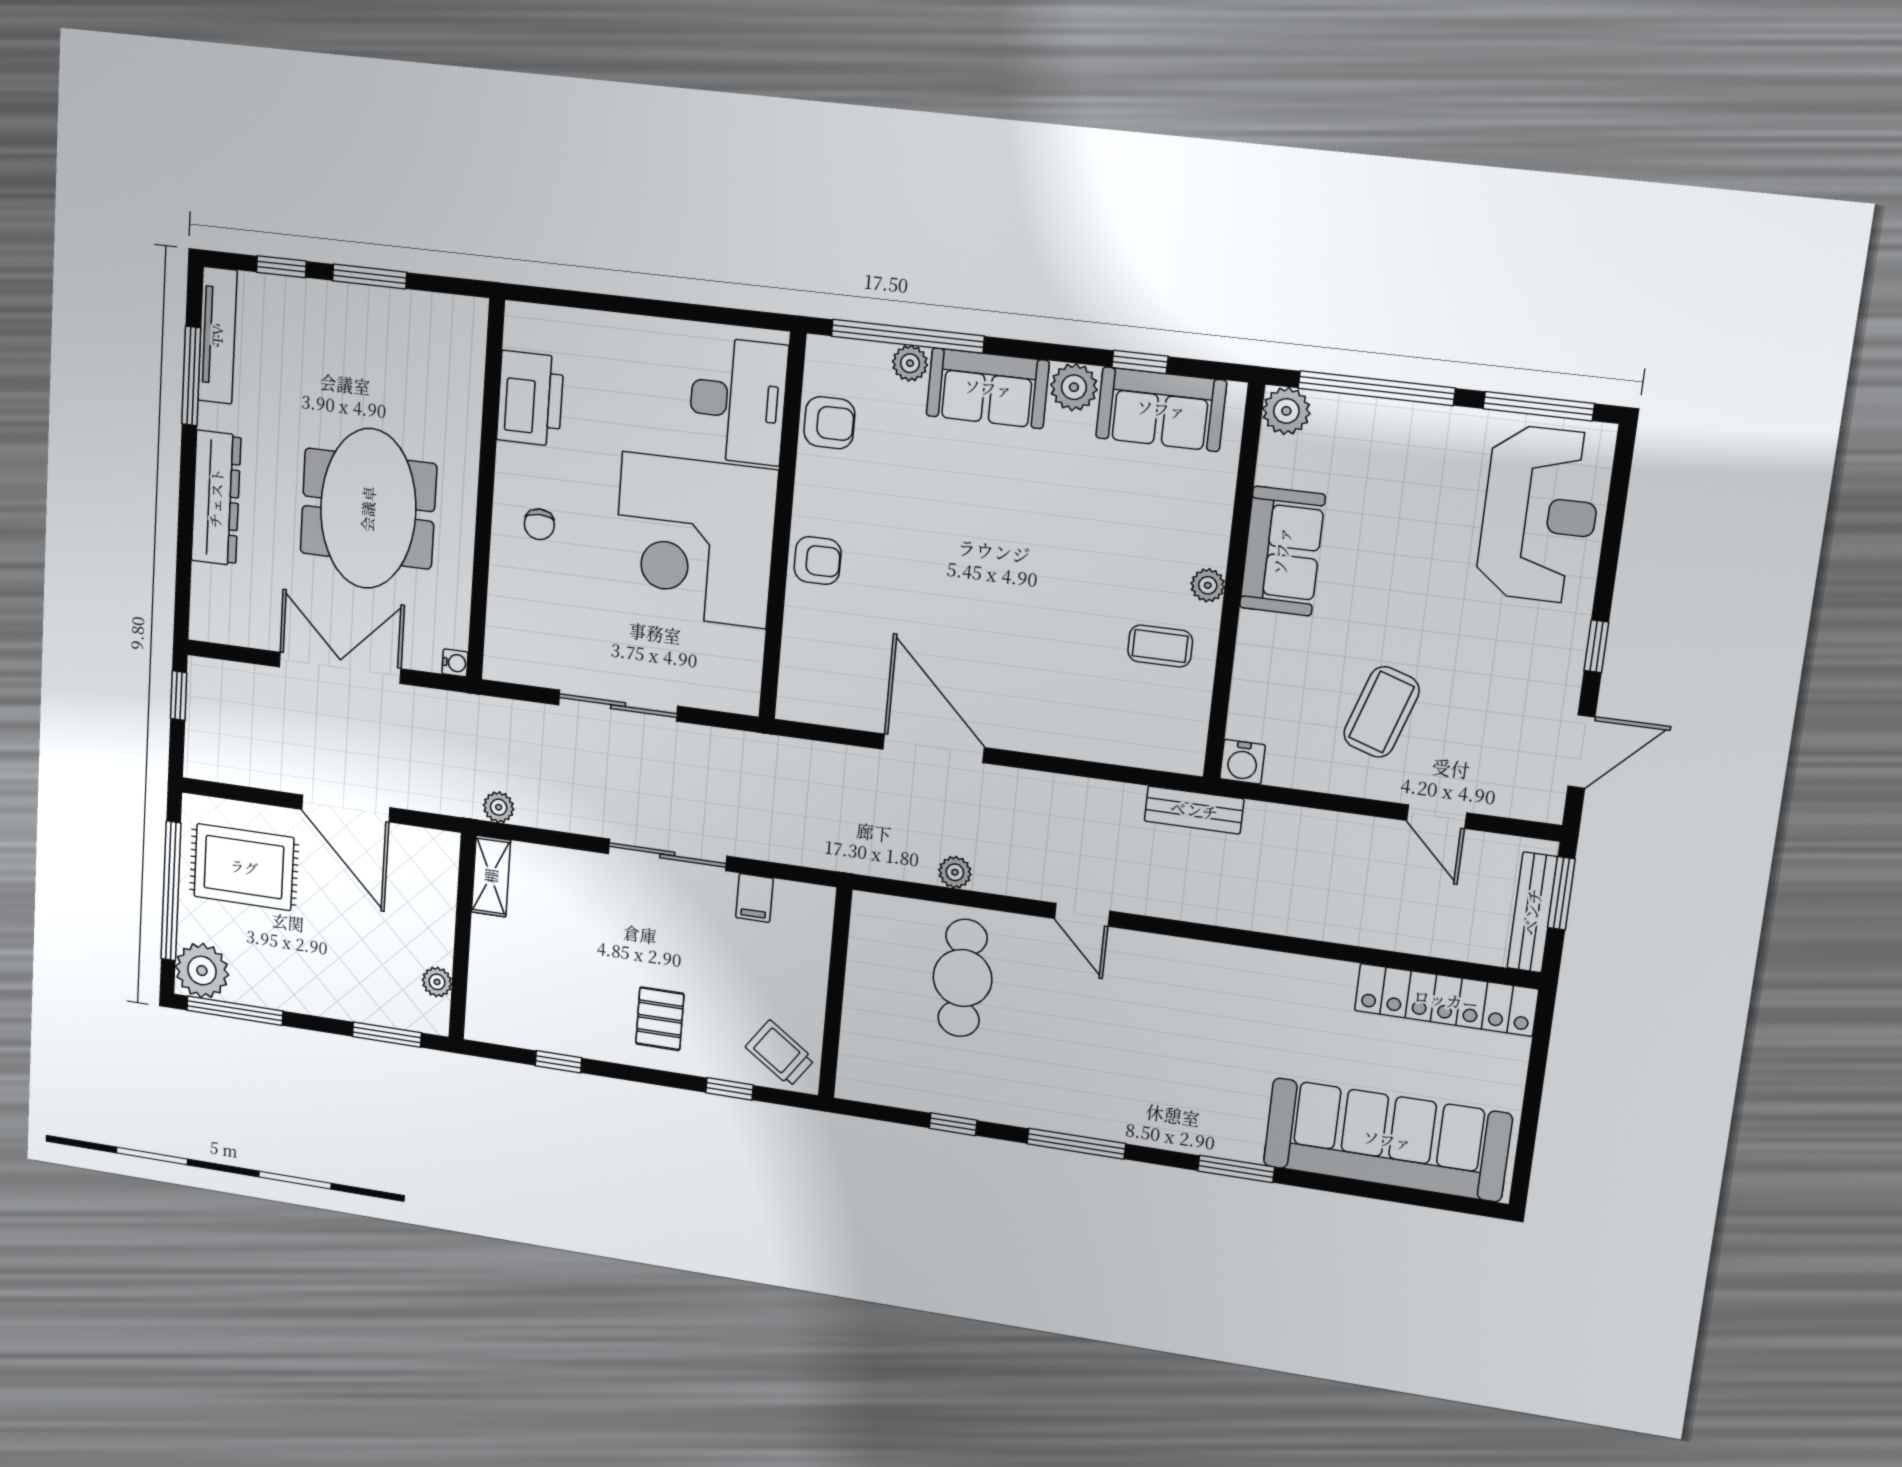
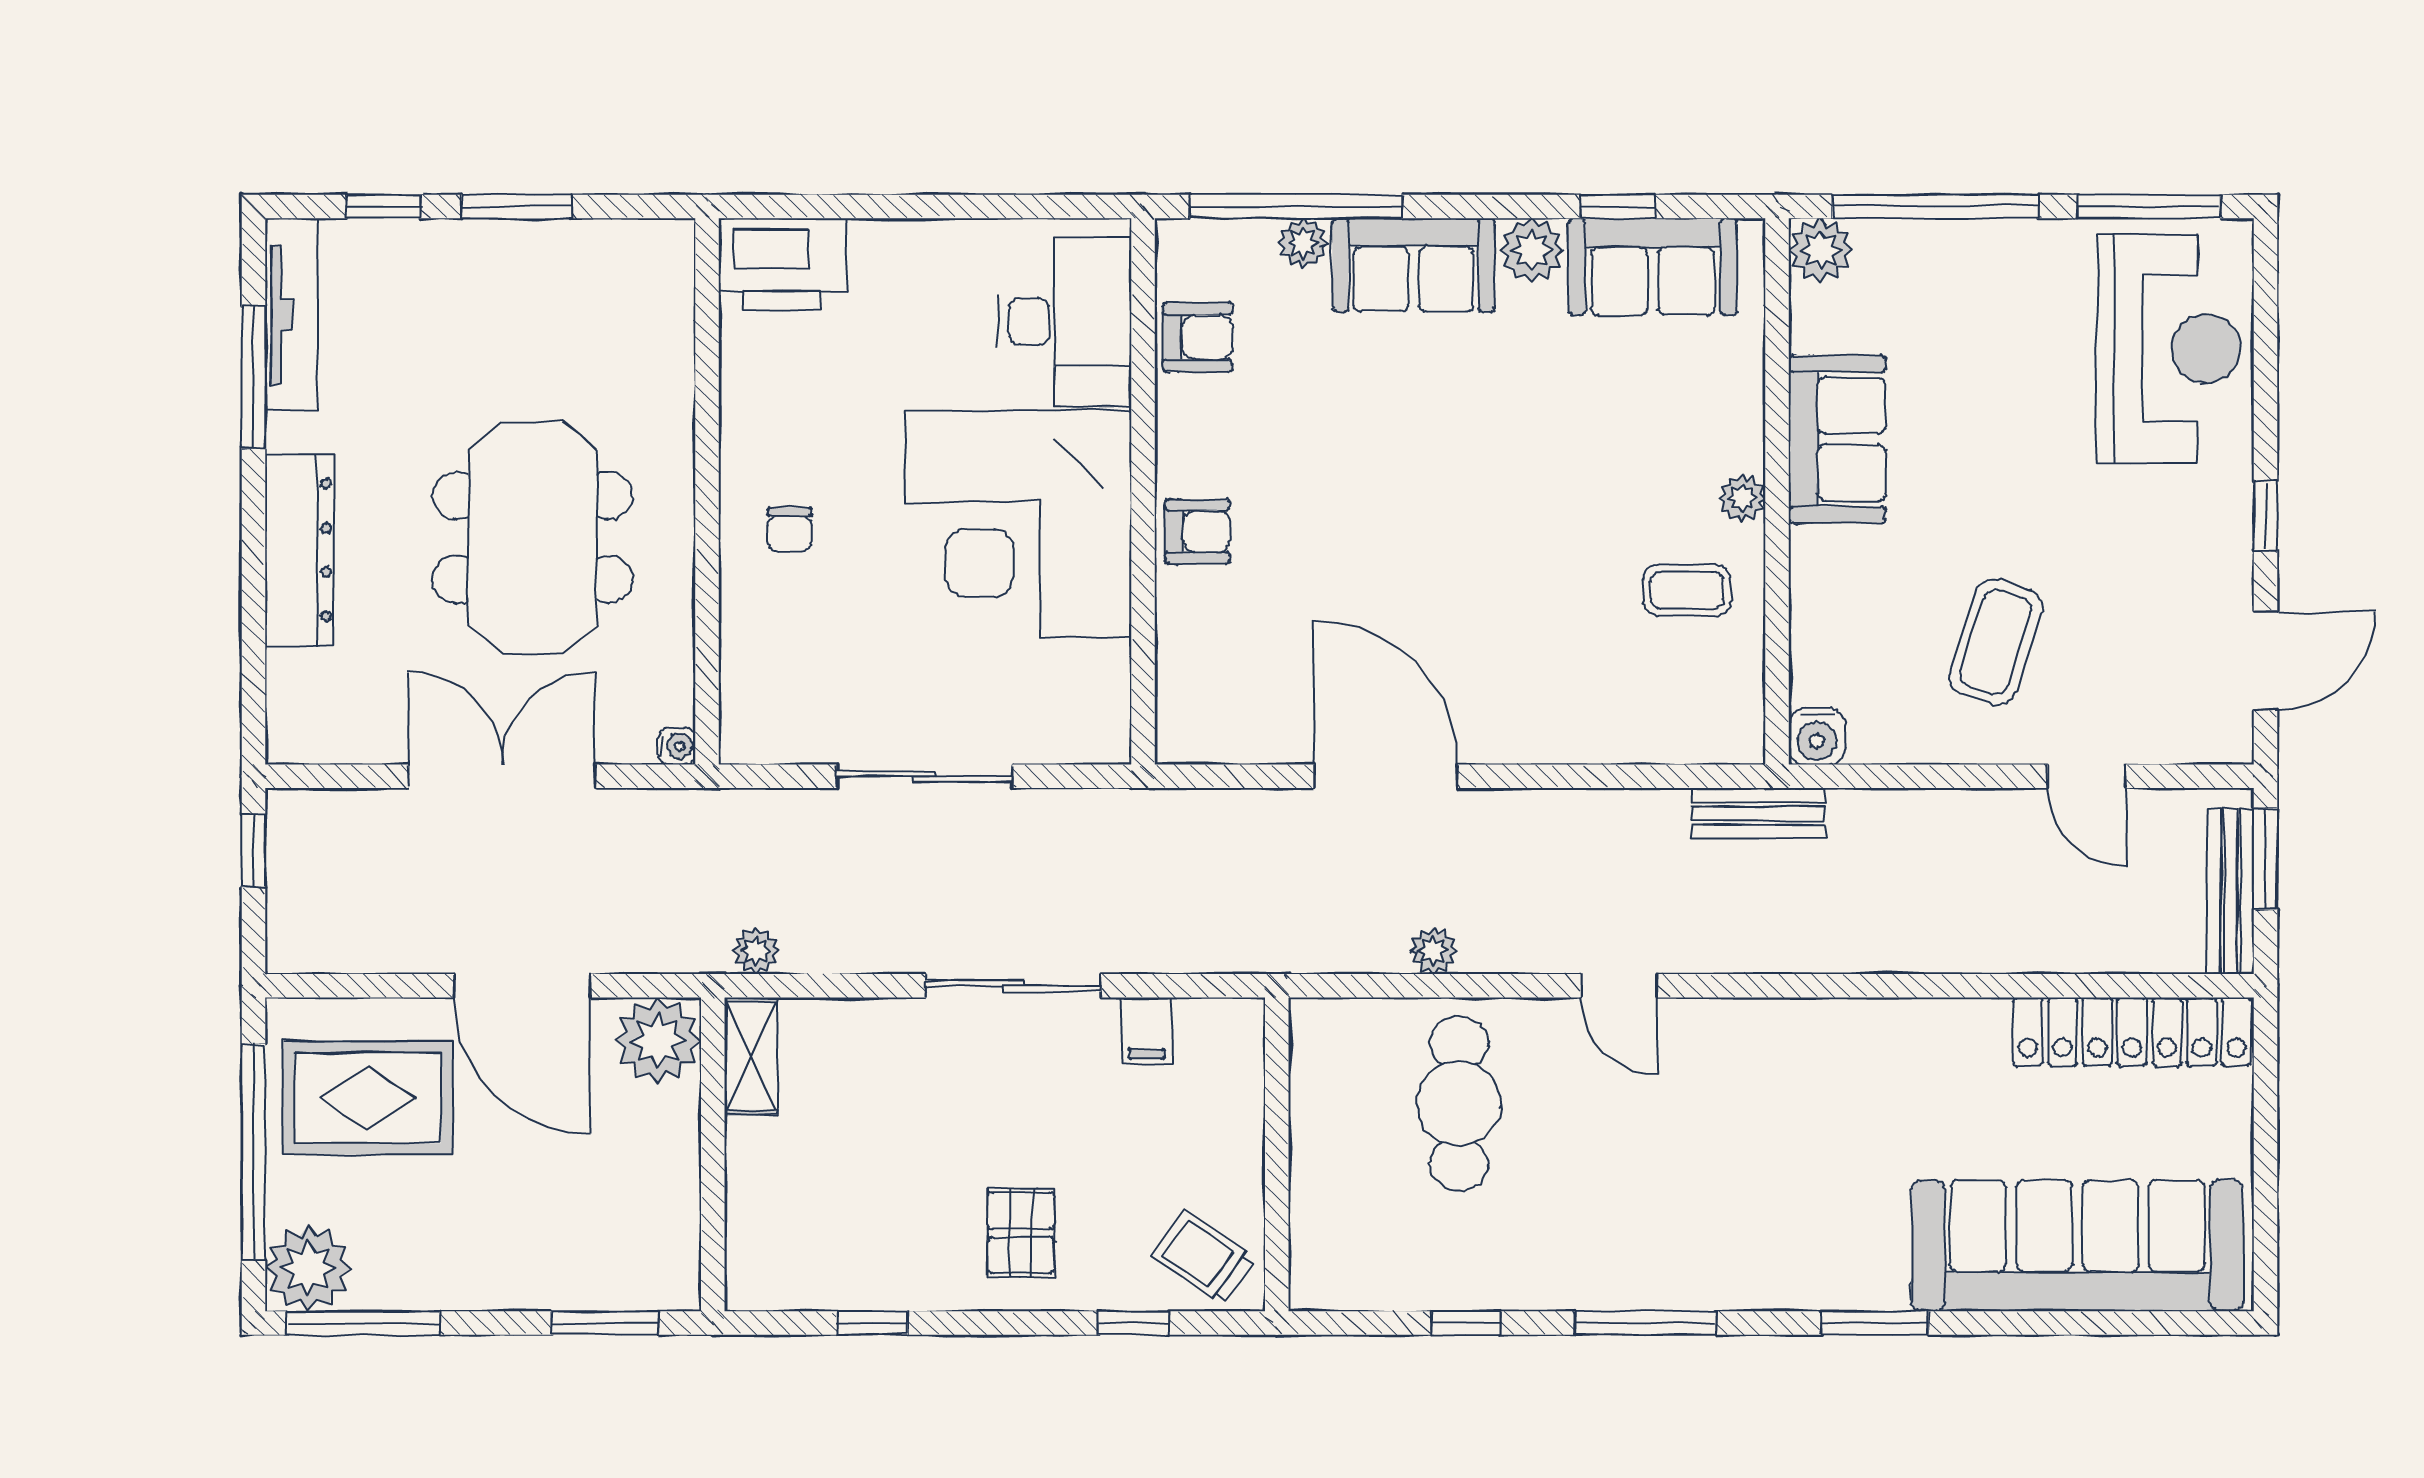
printer: (530, 399) -> (782, 264), moved, turned 90
plant: (437, 982) -> (658, 1041), moved, width x1.87, depth x1.87

